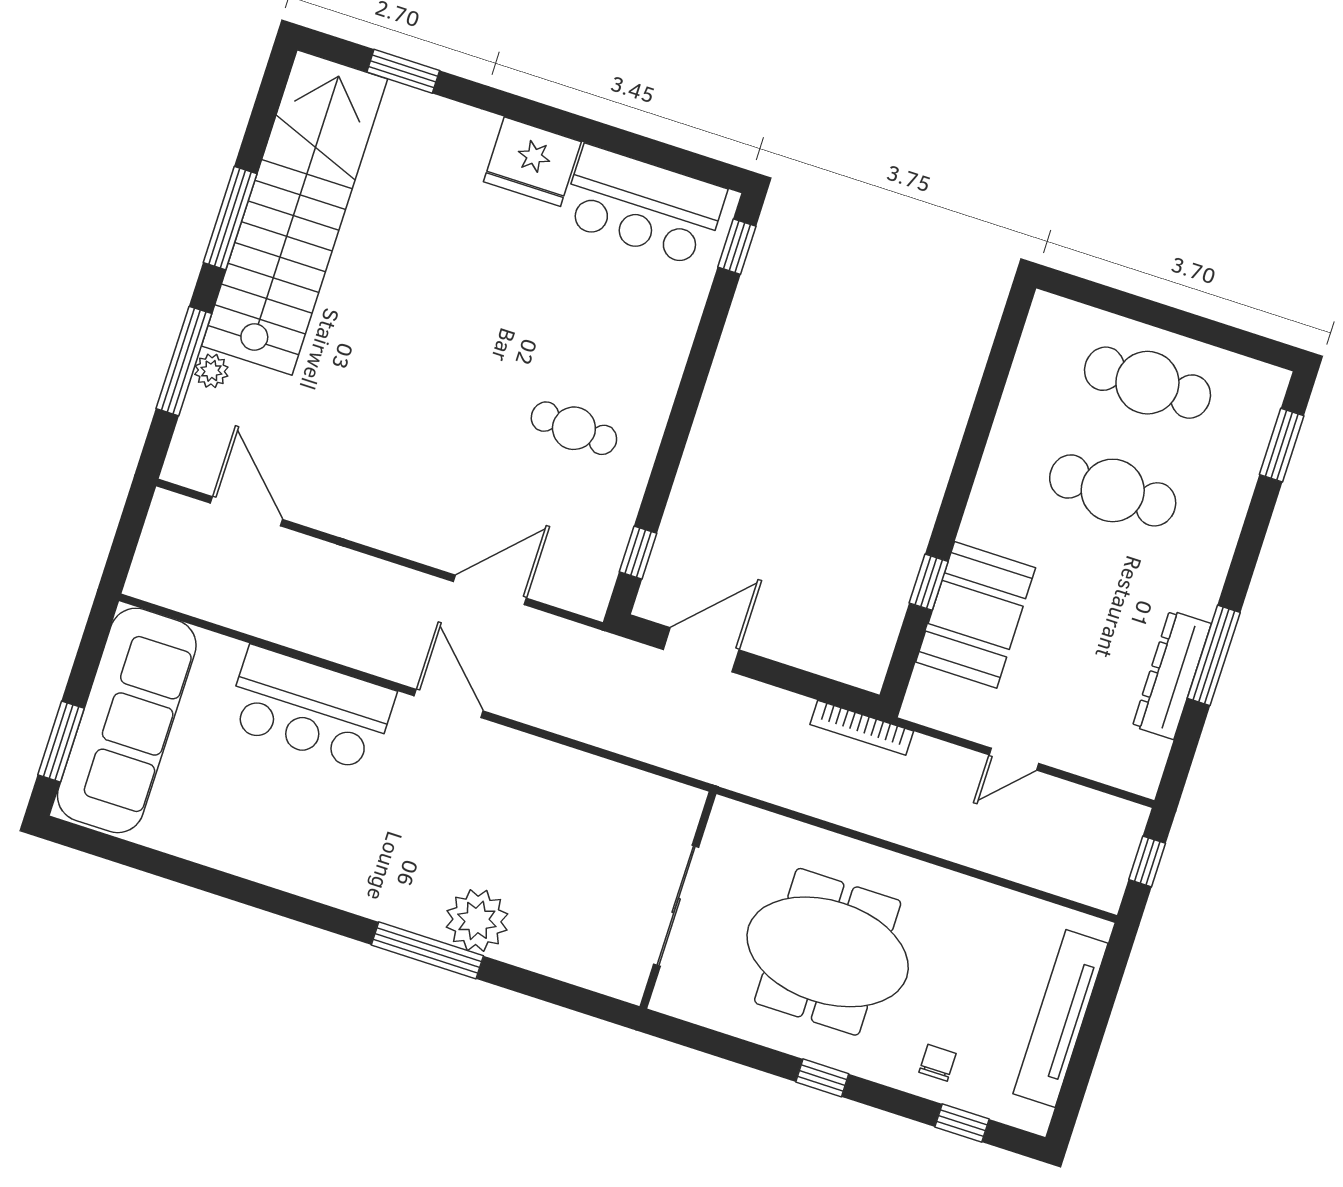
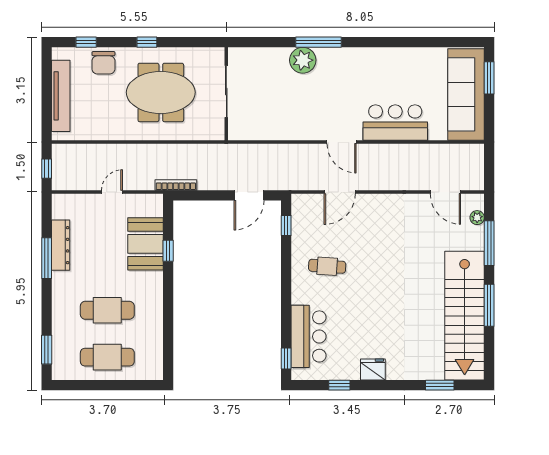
window: (634, 146) -> (339, 385), added
fridge: (532, 162) -> (373, 369), width x0.73, depth x0.75
bar counter: (643, 206) -> (309, 336), moved, turned 90
plant: (211, 371) -> (477, 218), moved
chair: (938, 1063) -> (103, 63), width x1.87, depth x1.87

